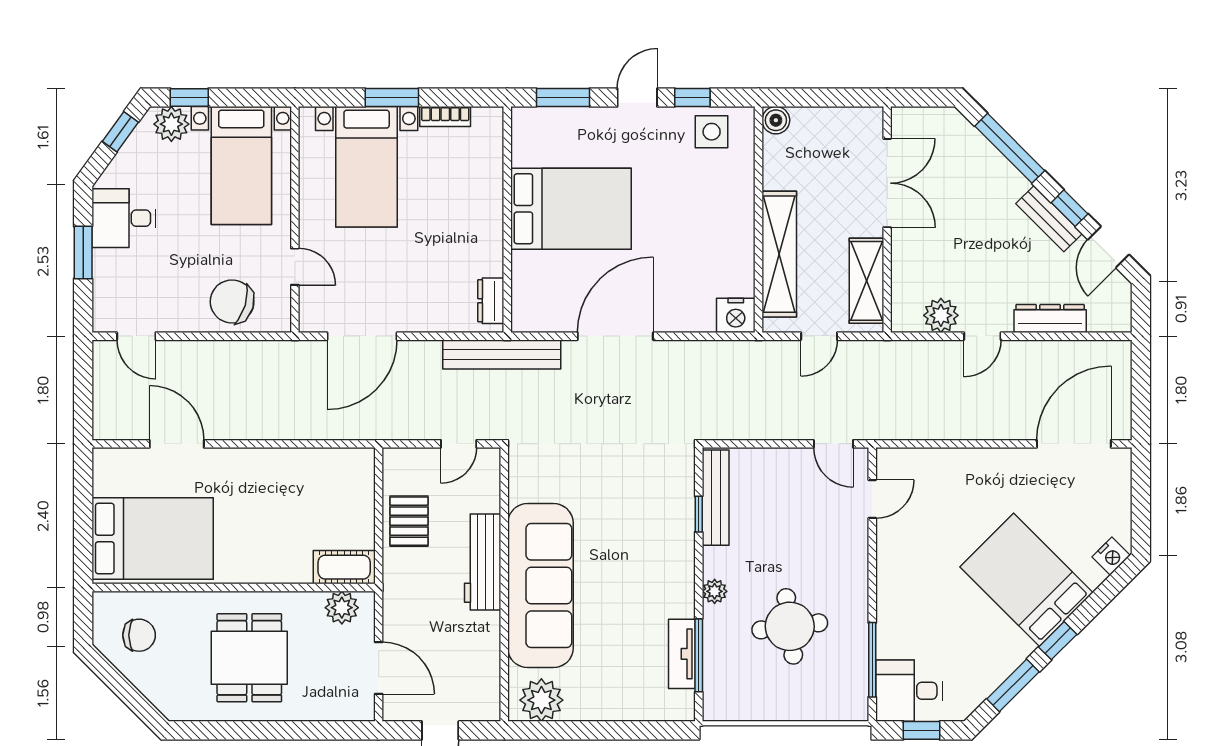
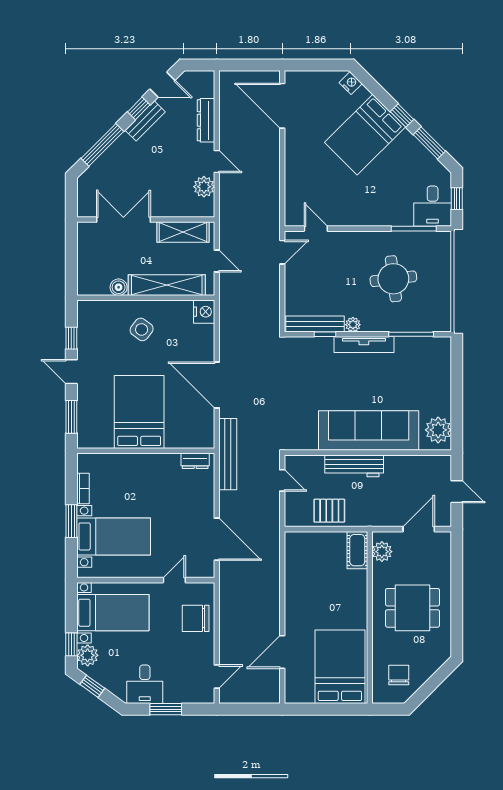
boiler: (776, 120) -> (119, 287), moved
side table: (712, 132) -> (142, 329), moved, turned 37
chair: (232, 302) -> (196, 618), turned 73
plant: (715, 591) -> (353, 325), moved
tv unit: (682, 654) -> (364, 344), moved, width x1.41

